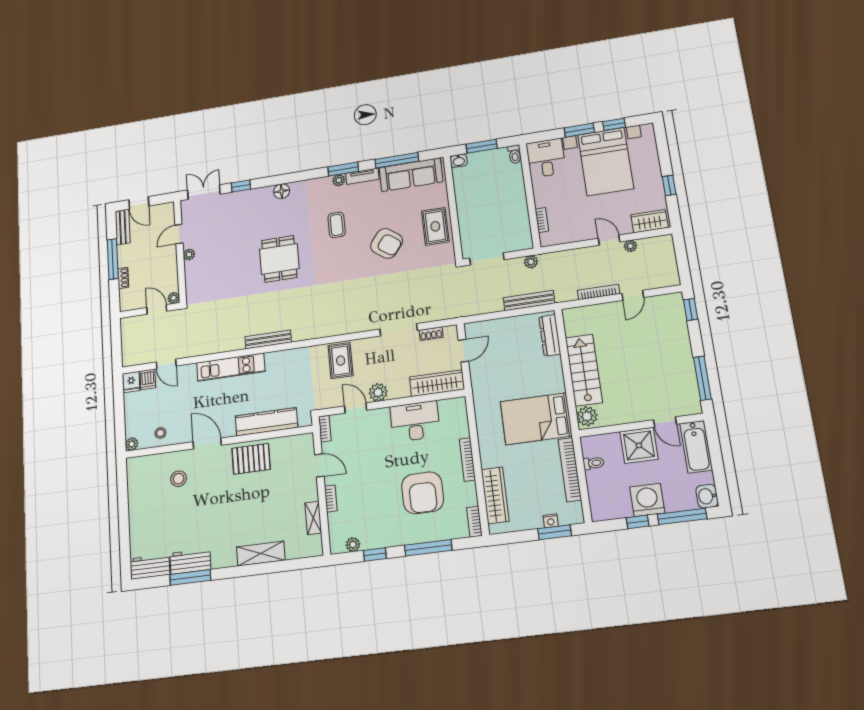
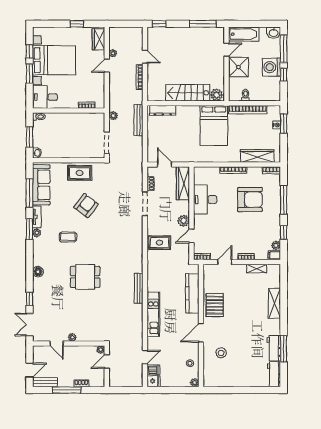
filing cabinet: (337, 544) -> (274, 255), added

